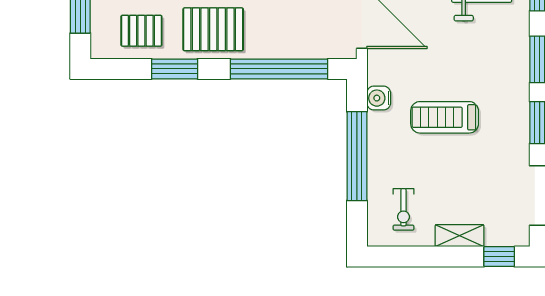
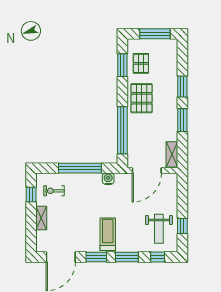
window: (175, 69) -> (122, 65), moved
treadmill: (445, 117) -> (108, 234), moved
window: (499, 257) -> (31, 194), moved

